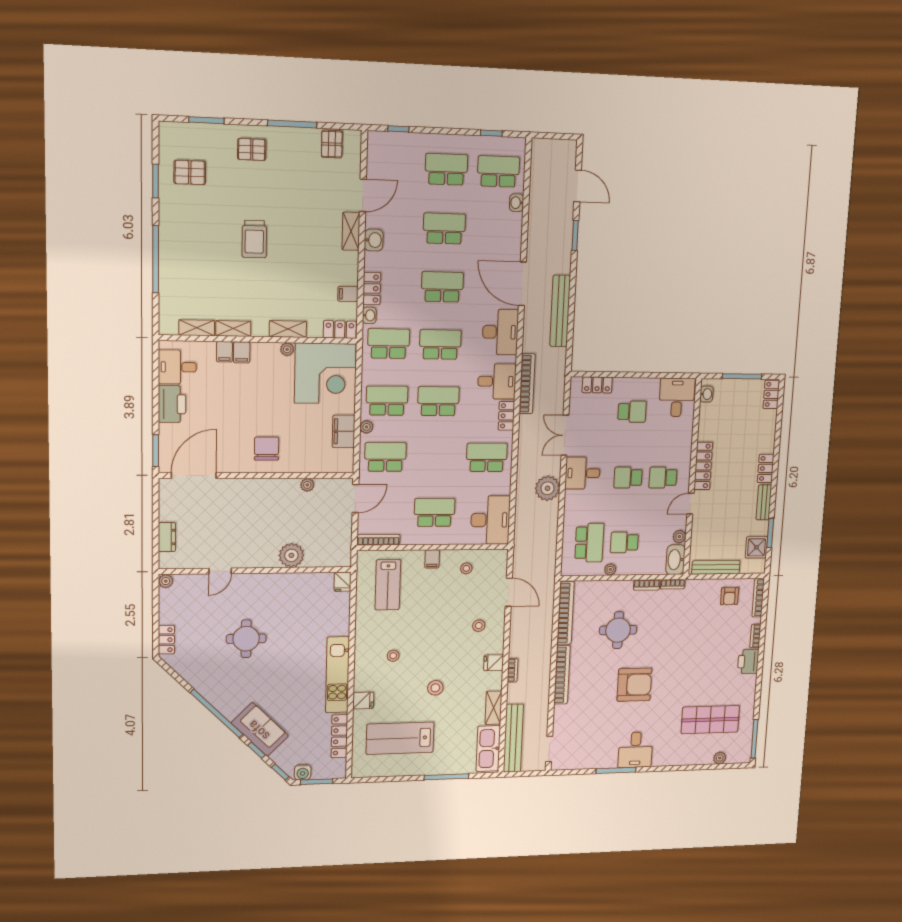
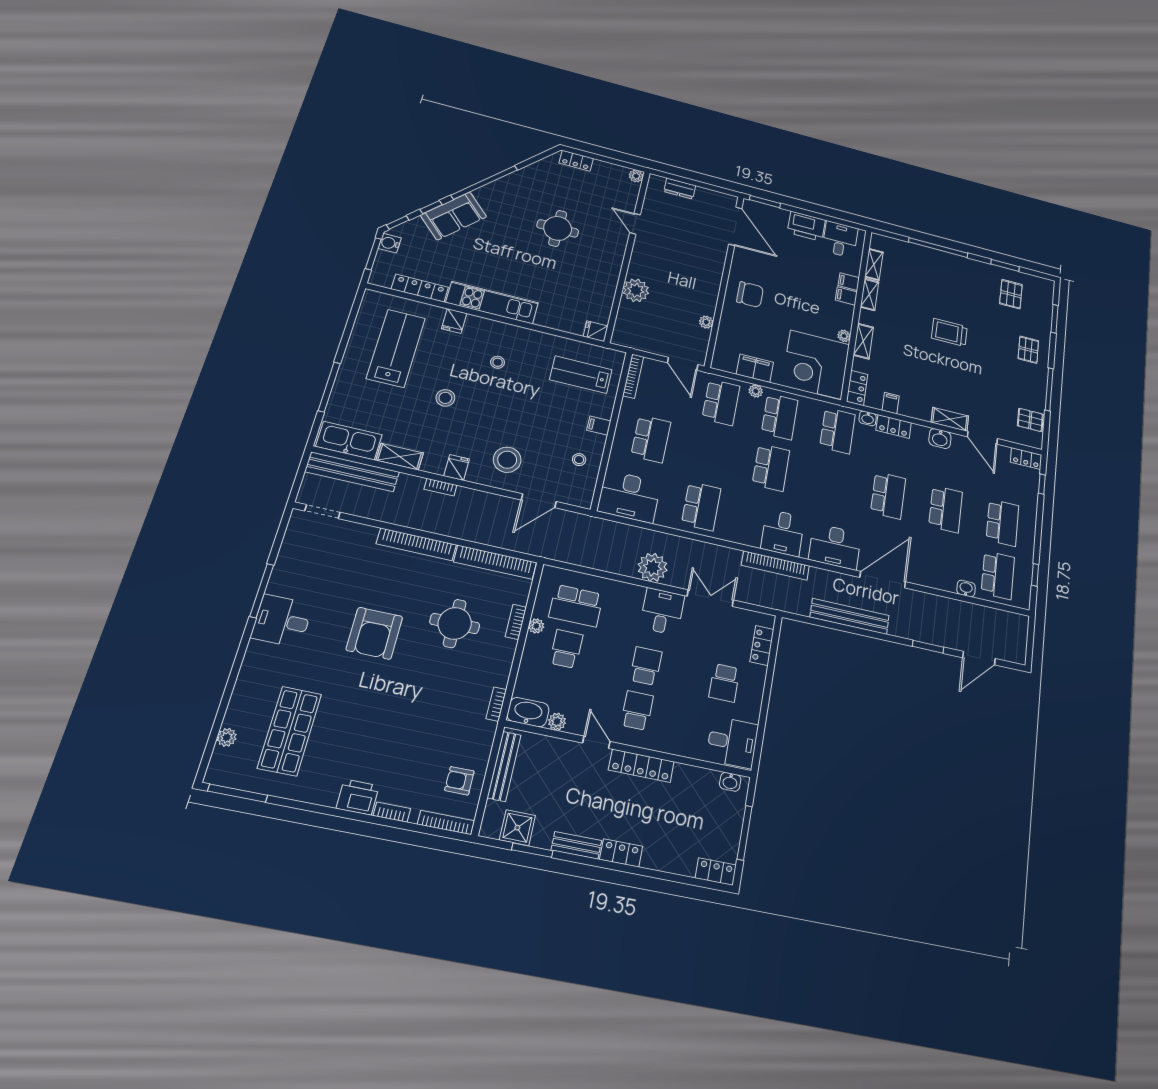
school desk: (440, 344) -> (830, 482), removed
locker: (506, 416) -> (1026, 459), moved, turned 180
bookcase: (647, 585) -> (516, 622), moved
stool: (479, 626) -> (507, 460), width x1.89, depth x1.89

